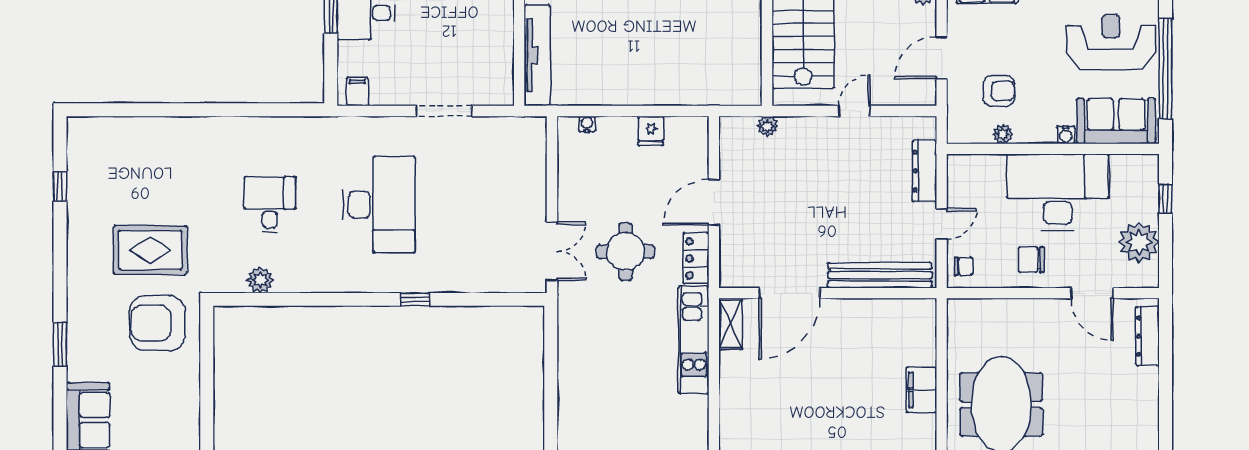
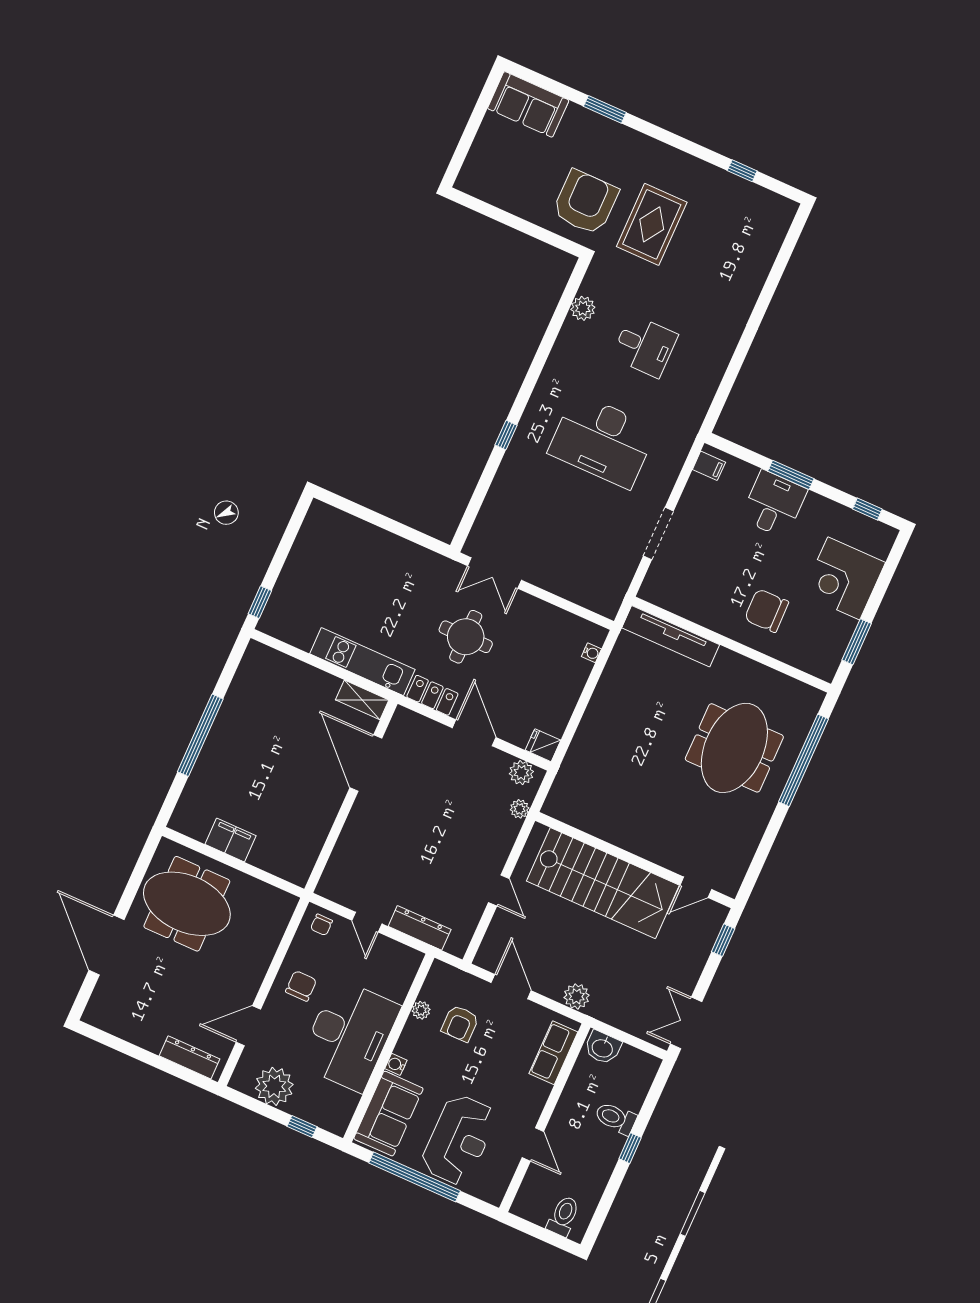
fridge: (651, 131) -> (543, 745), moved
plant: (732, 140) -> (521, 773), added
bench: (880, 275) -> (346, 849), removed

